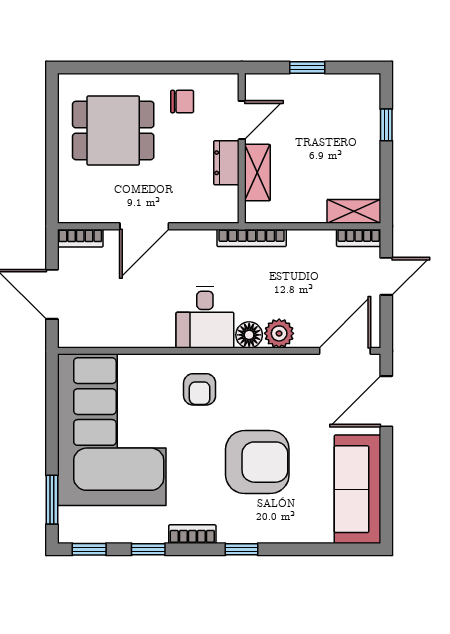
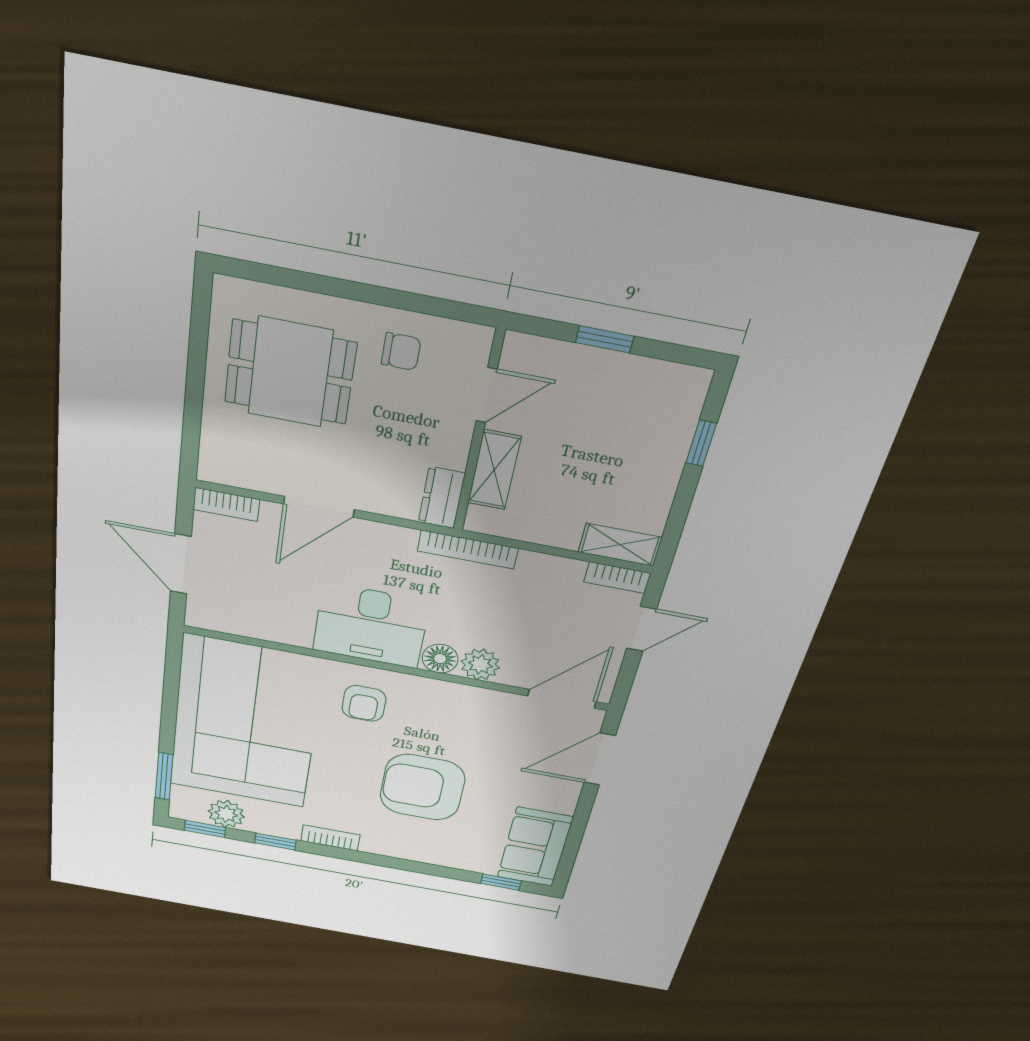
dresser: (226, 163) -> (442, 498), moved
desk: (205, 317) -> (371, 626), width x1.37
armchair: (257, 462) -> (422, 787), turned 180
sofa: (358, 489) -> (535, 847), width x0.73
plant: (105, 528) -> (226, 814), added
window: (242, 549) -> (501, 882), moved

